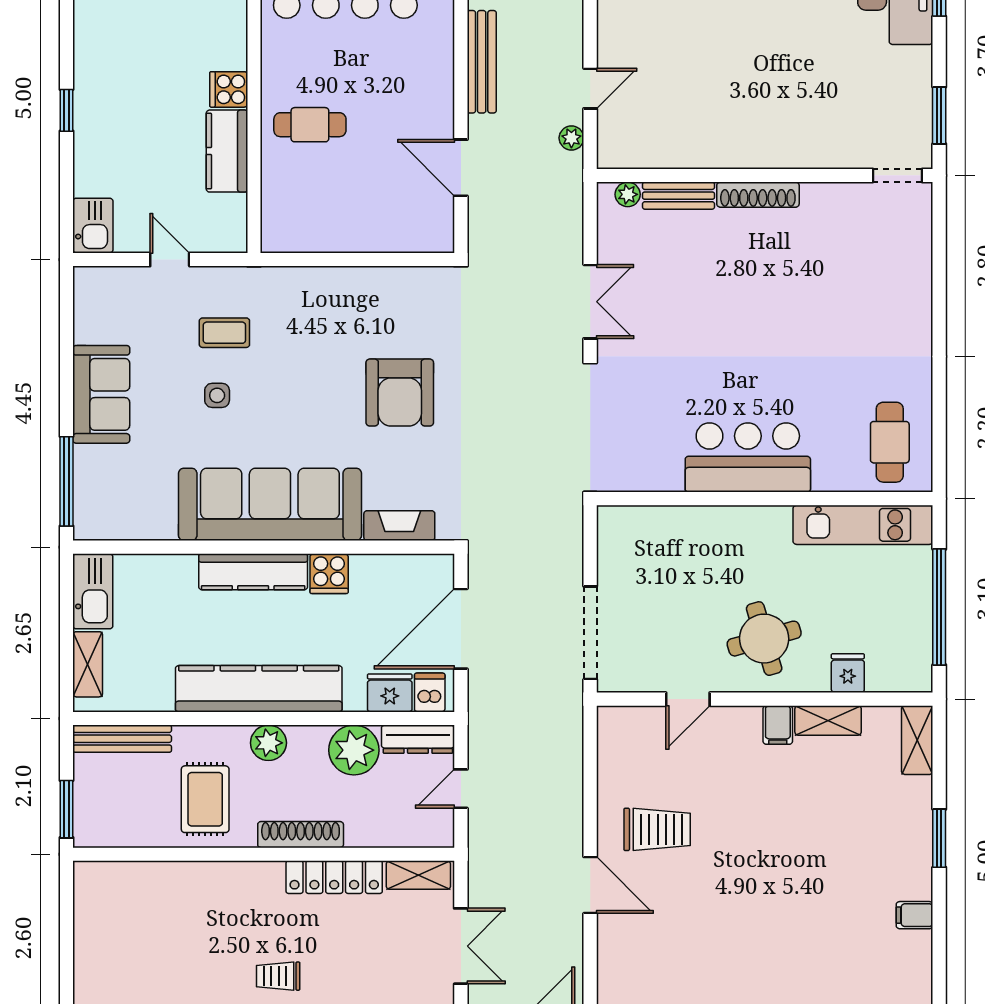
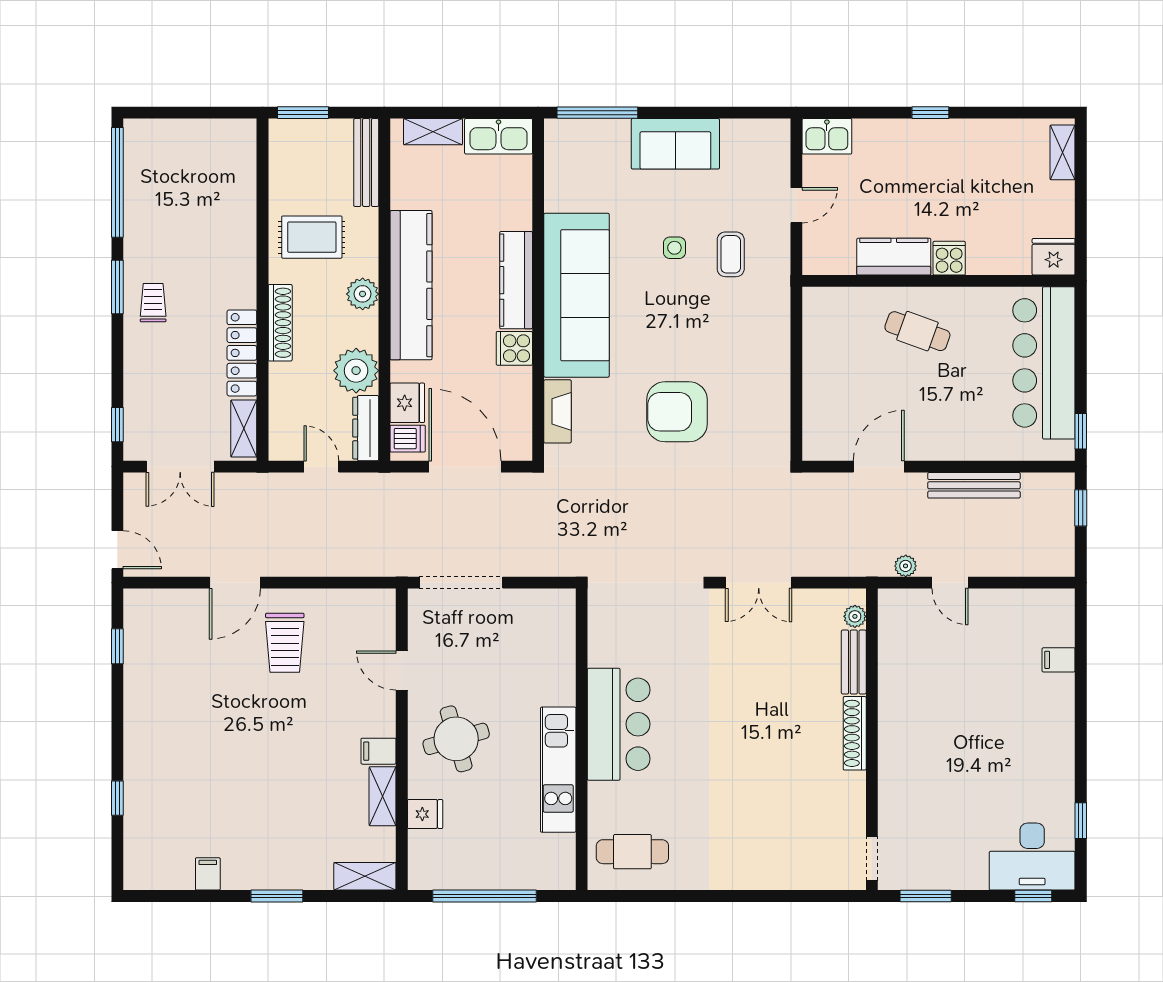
cafe table: (310, 125) -> (917, 331), turned -70
kitchen unit: (863, 525) -> (558, 770), moved

